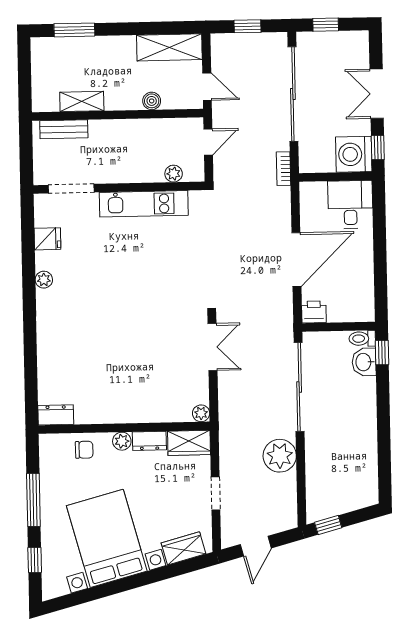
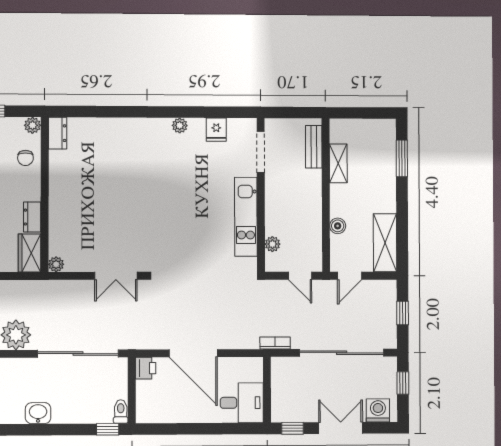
washing machine: (354, 154) -> (378, 410), moved, width x0.73, depth x0.73
washbasin: (364, 362) -> (38, 413), moved
plant: (122, 441) -> (33, 125), moved

